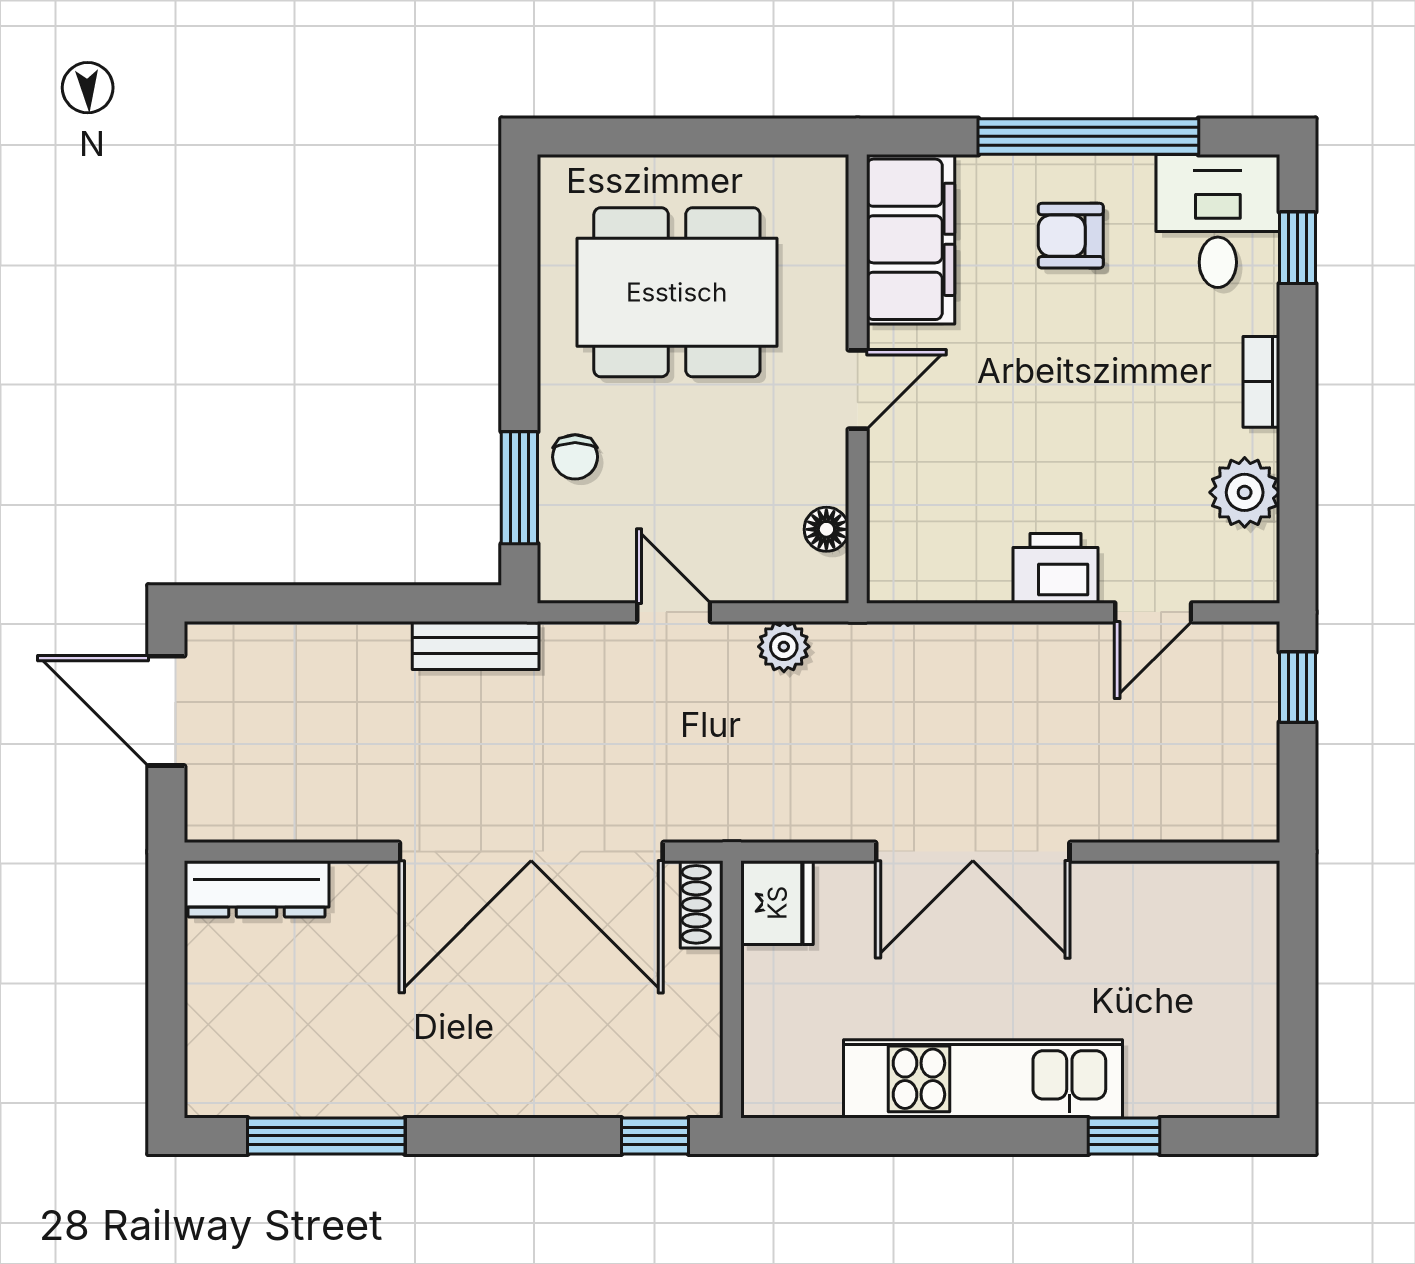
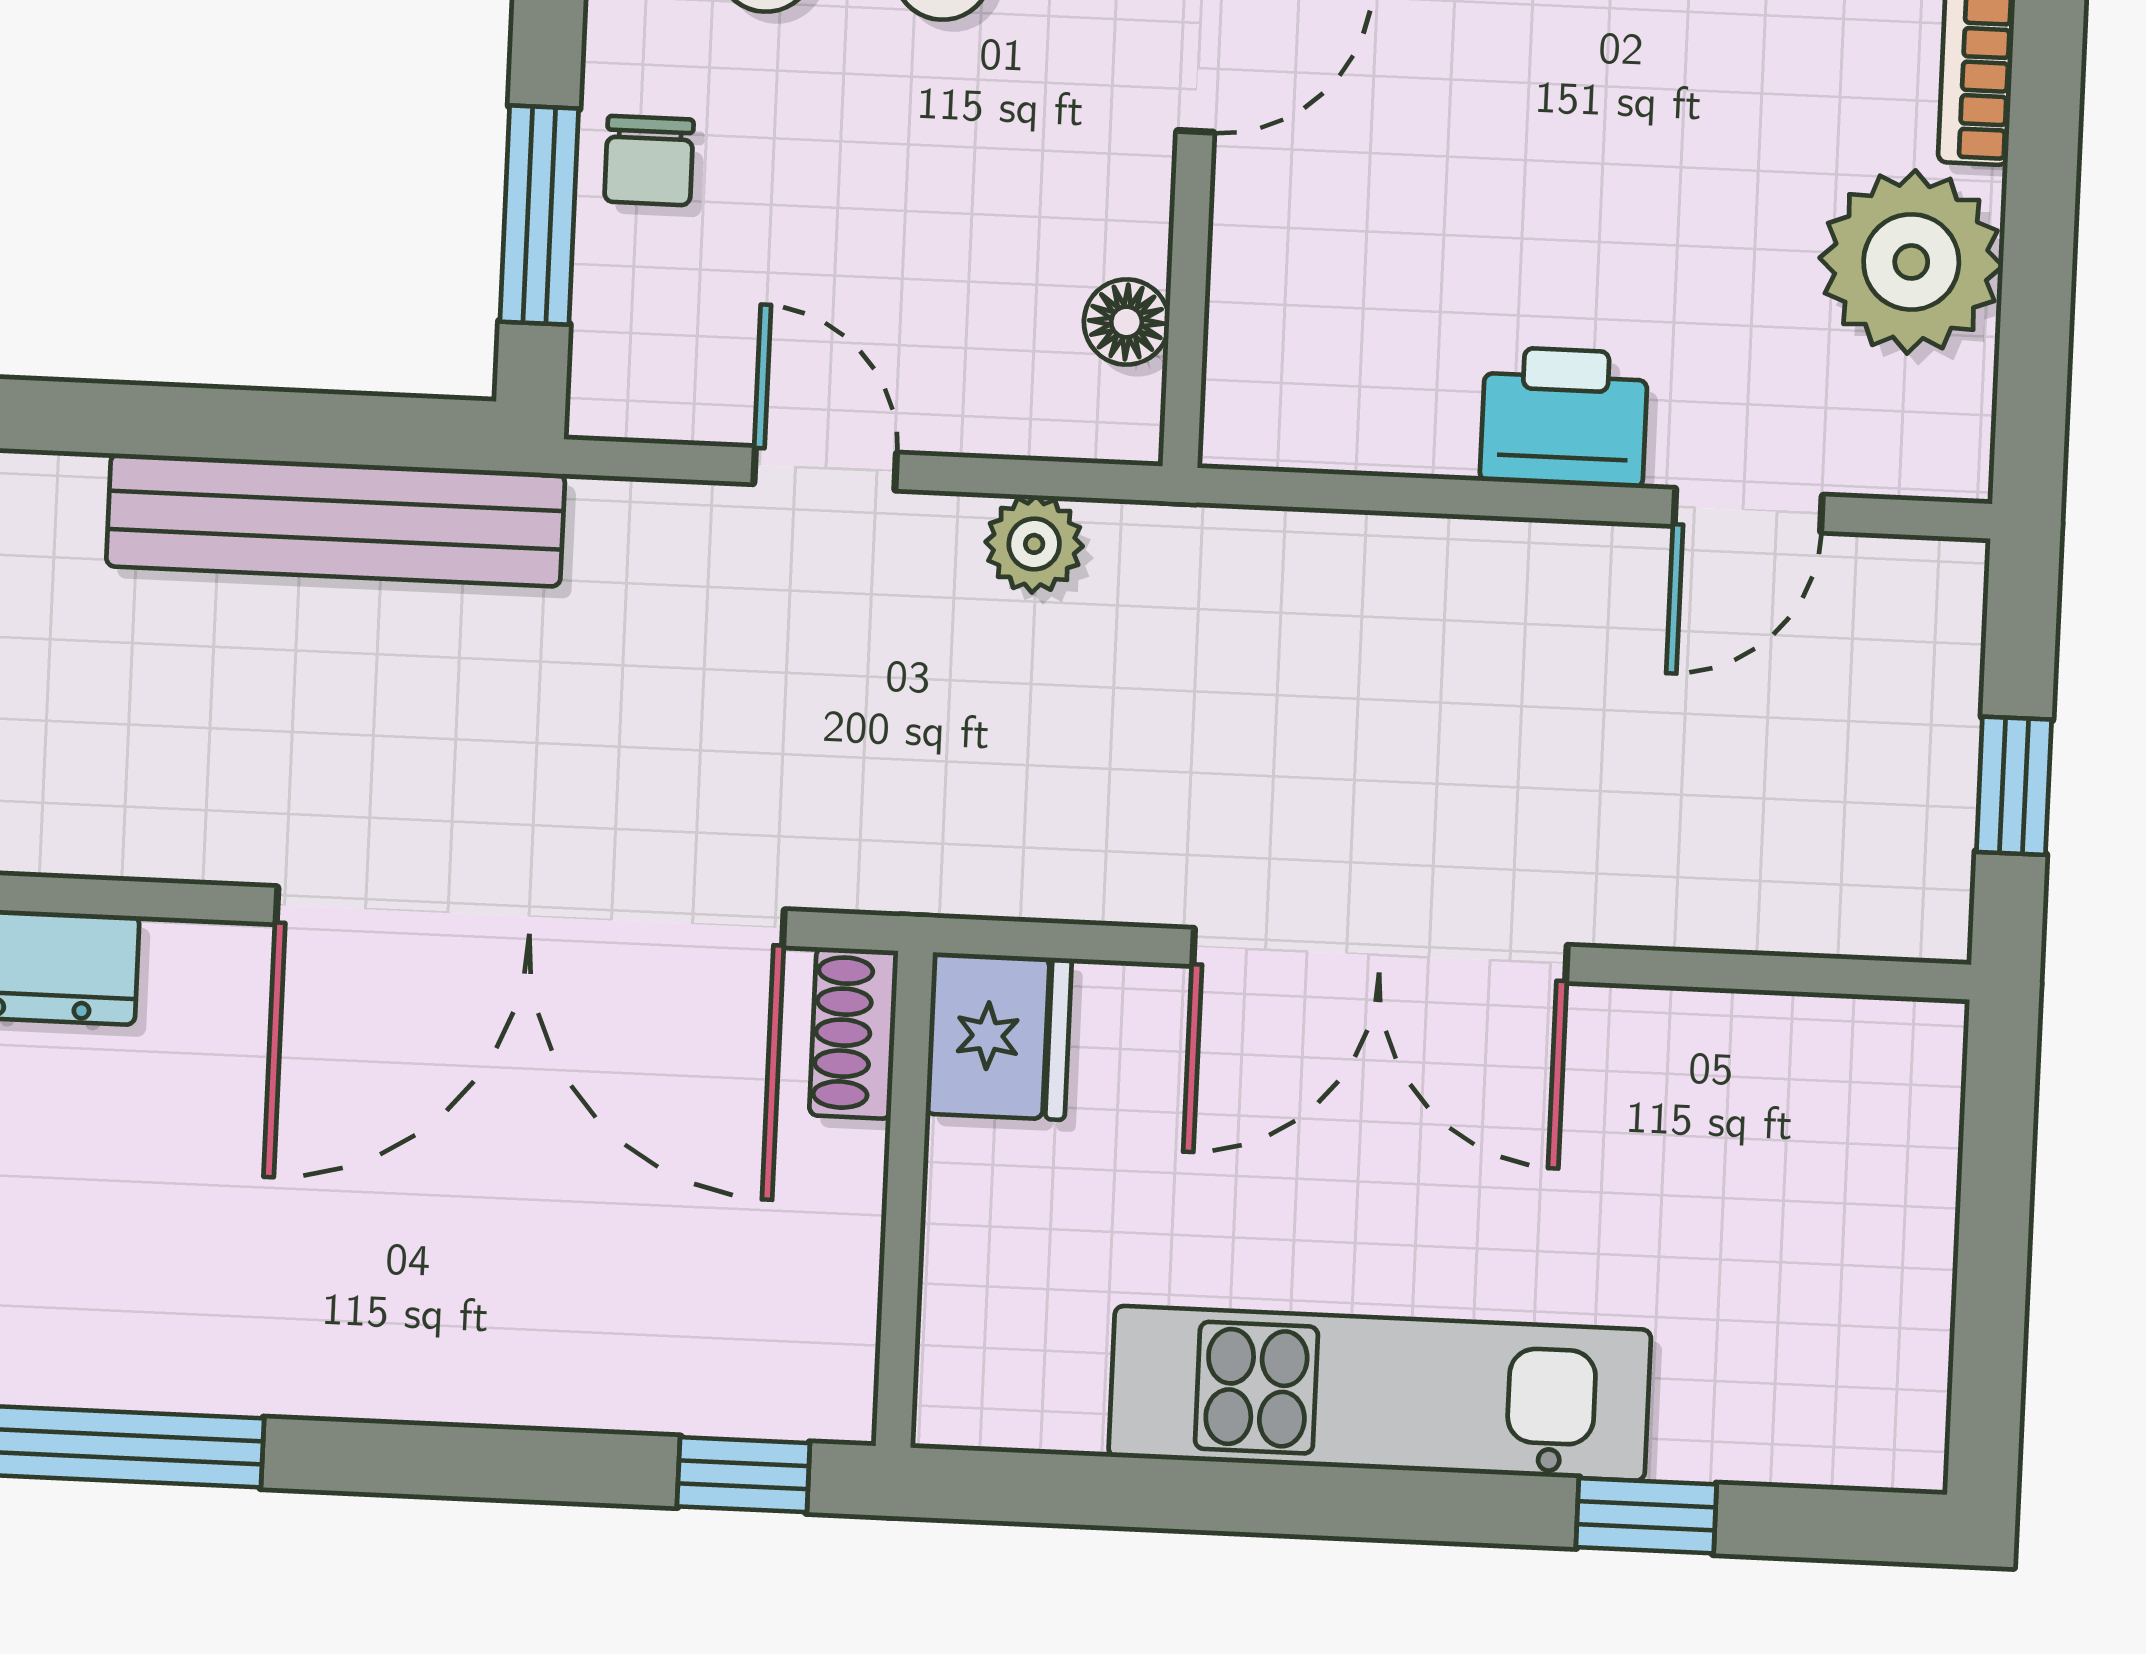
plant: (1245, 492) -> (1911, 262), width x1.36, depth x1.36
bench: (476, 645) -> (336, 520), width x1.86, depth x1.21
window: (1297, 687) -> (2014, 786), moved

